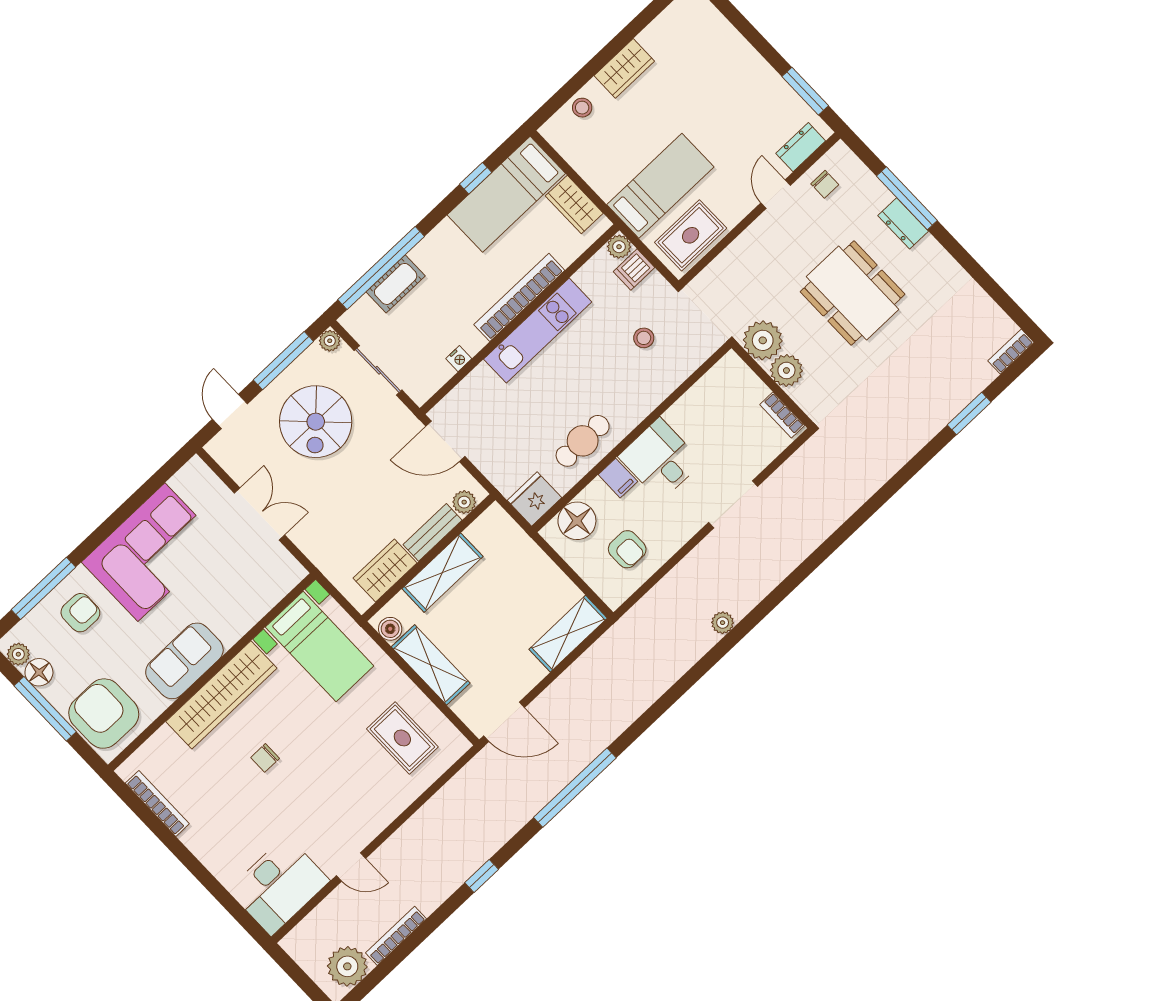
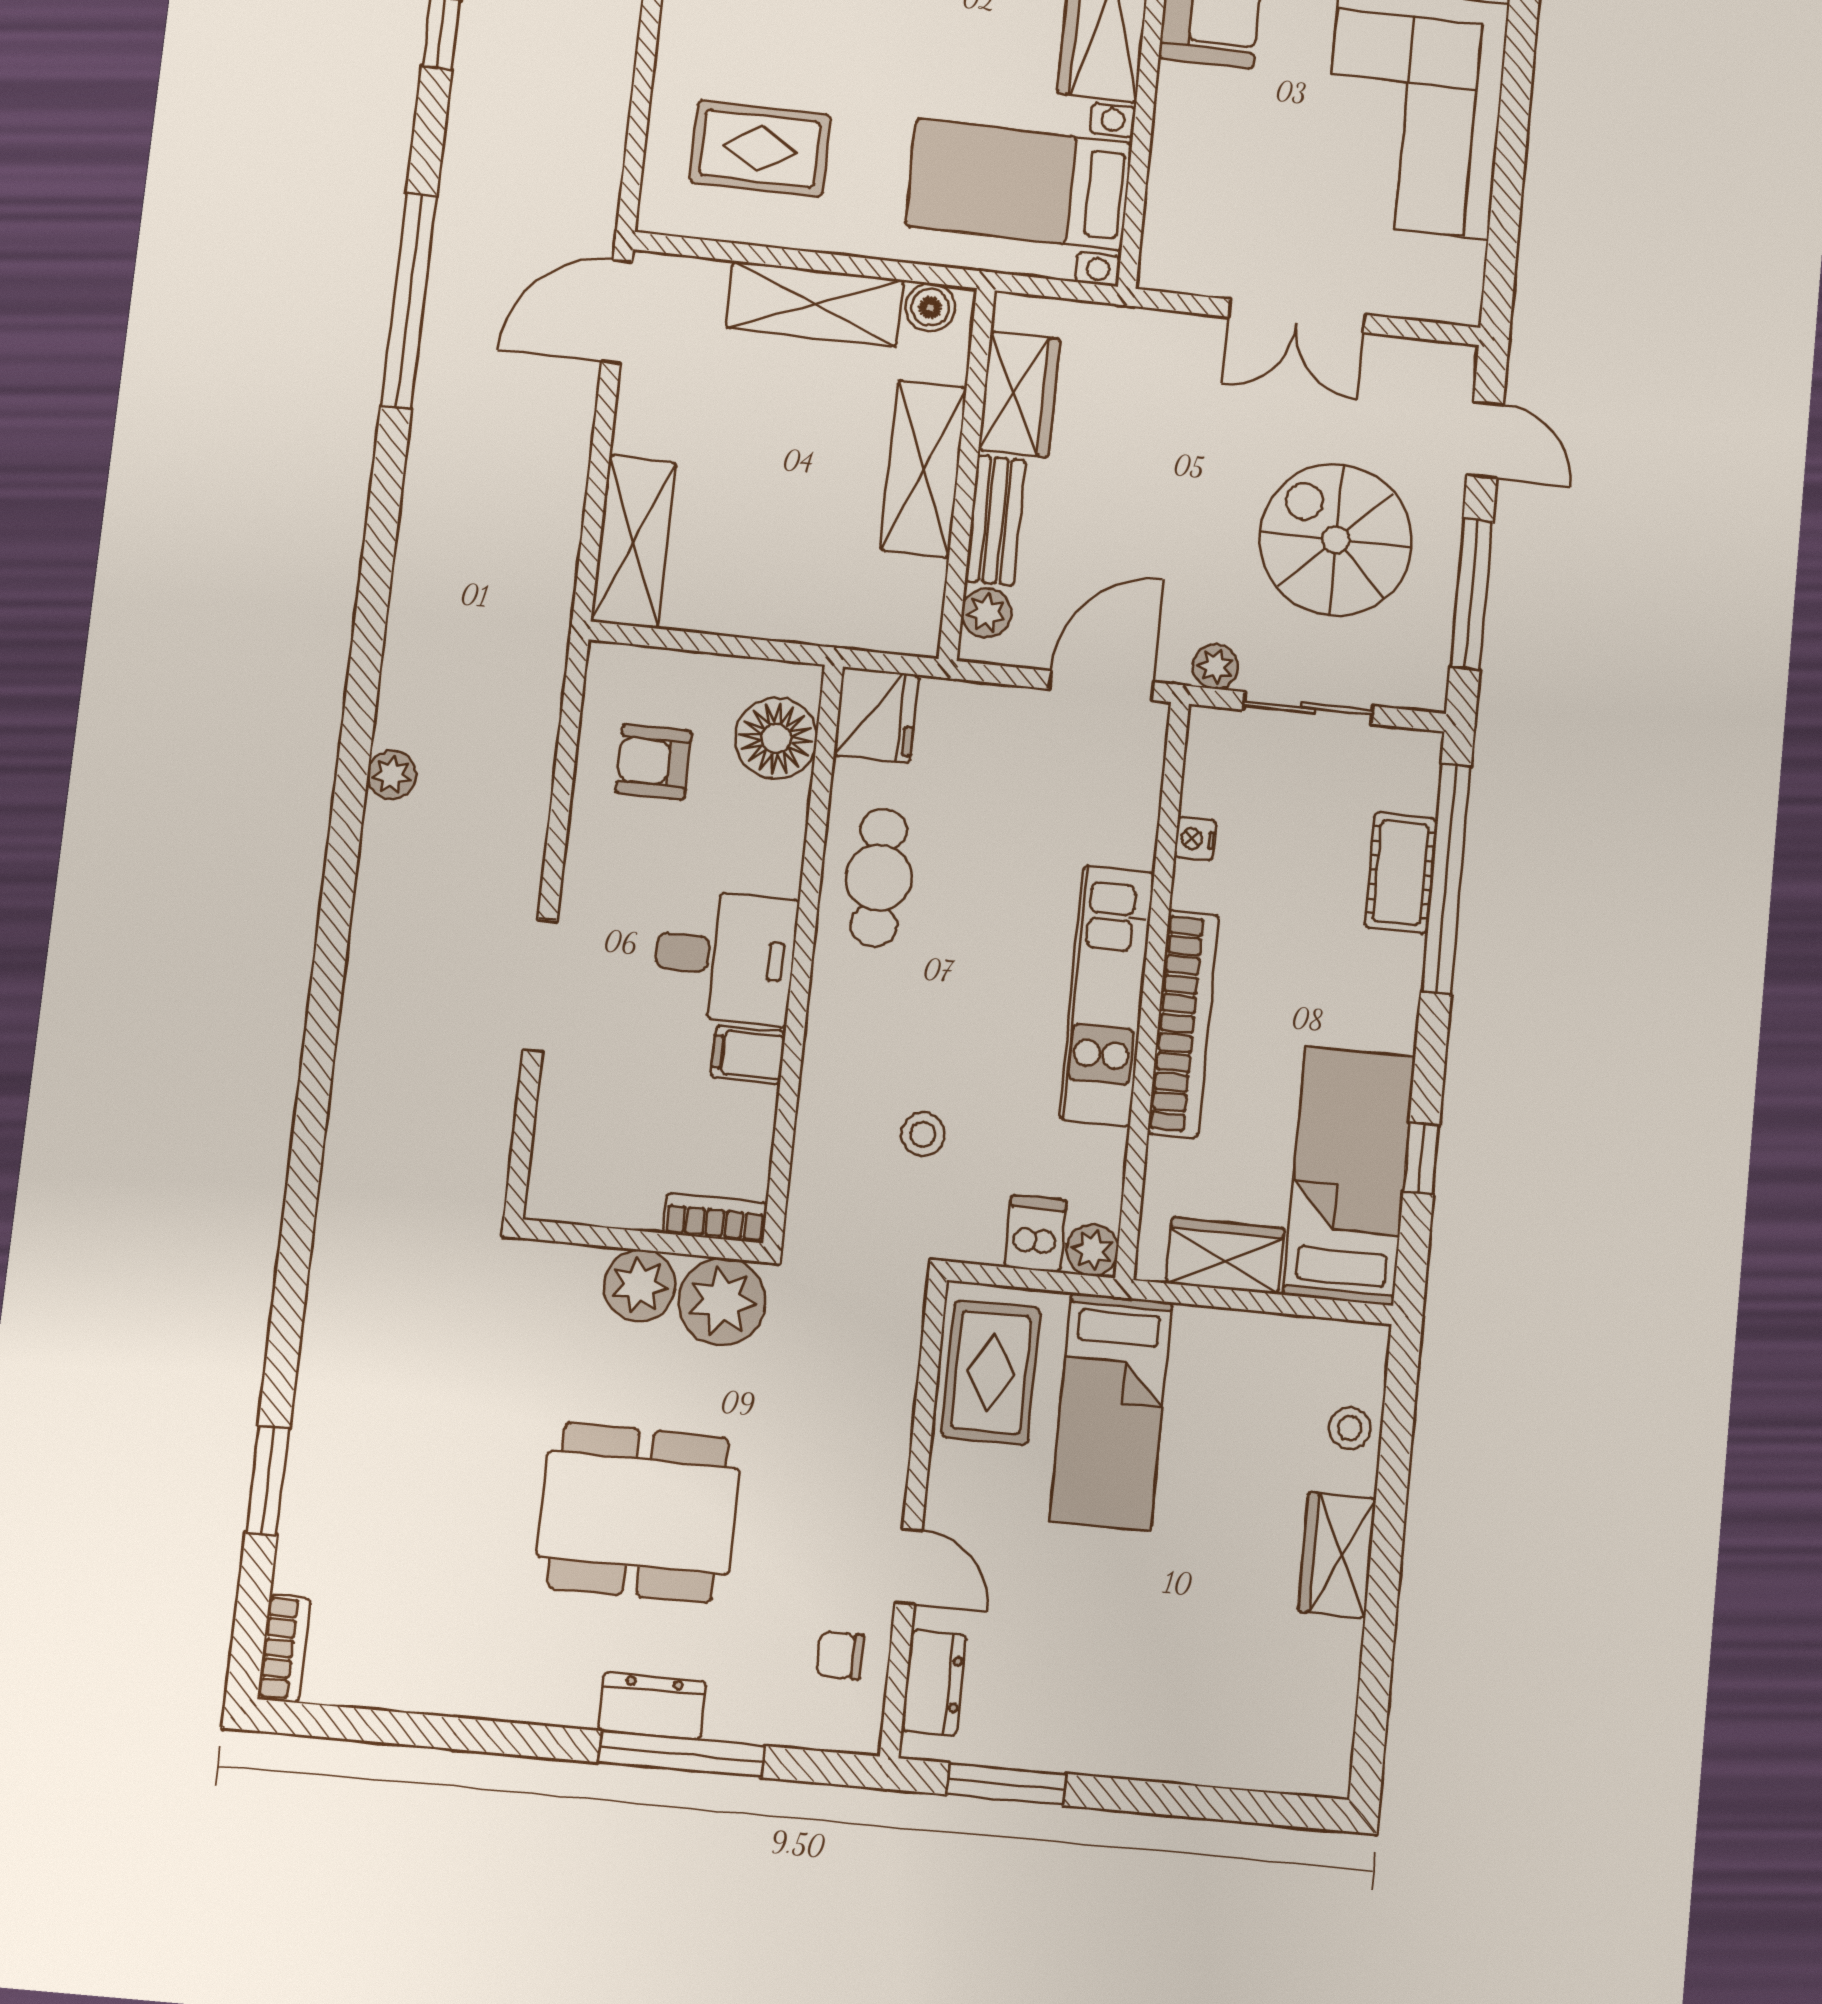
plant: (330, 341) -> (1215, 667), moved
bookcase: (782, 415) -> (715, 1218), moved
filing cabinet: (618, 478) -> (748, 1055), moved

